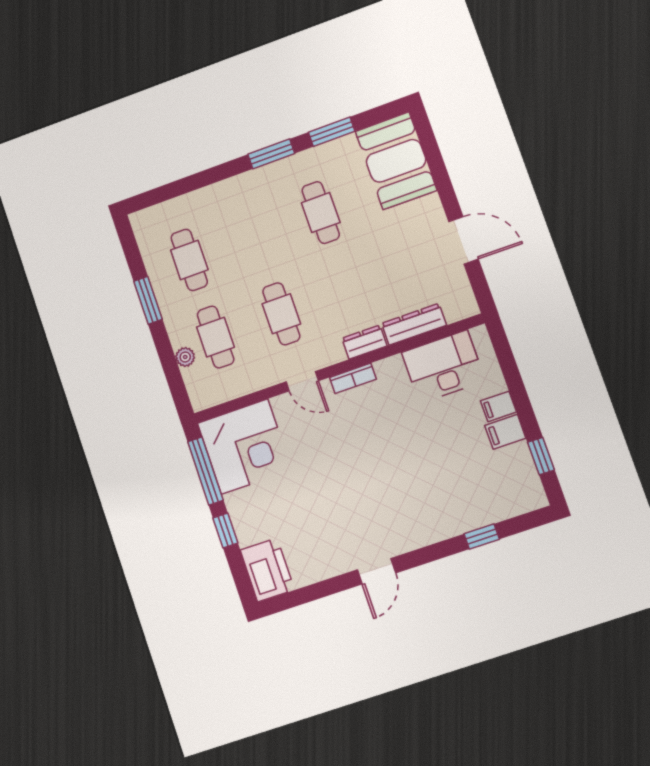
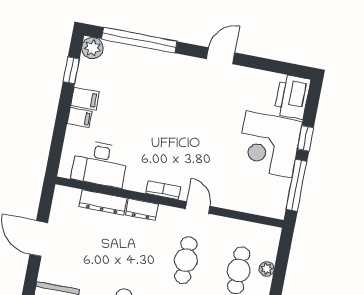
corner desk: (245, 447) -> (269, 144), moved, turned -90
plant: (531, 496) -> (92, 48), added
window: (482, 536) -> (139, 40), width x3.17

